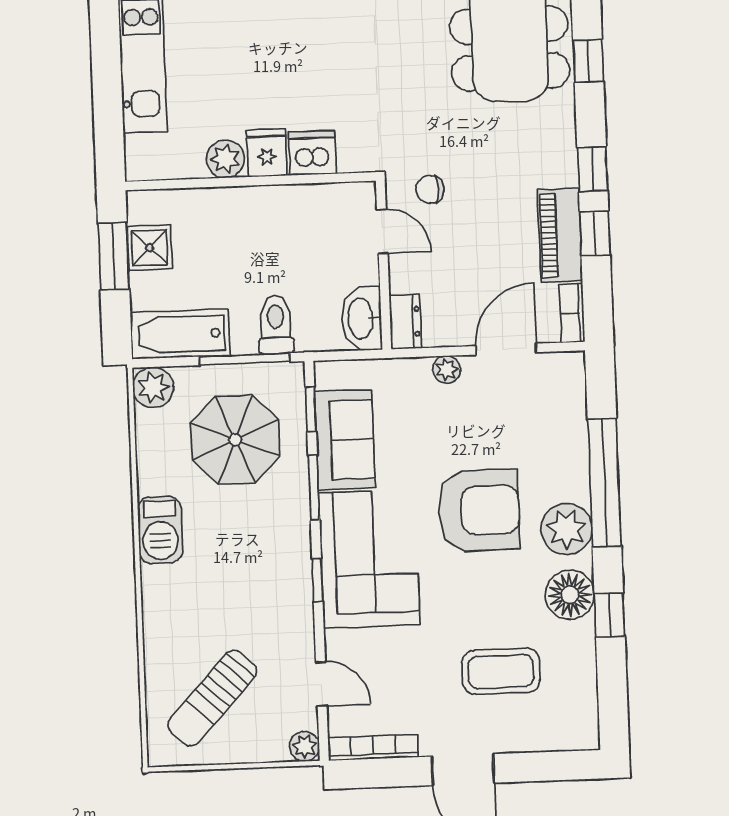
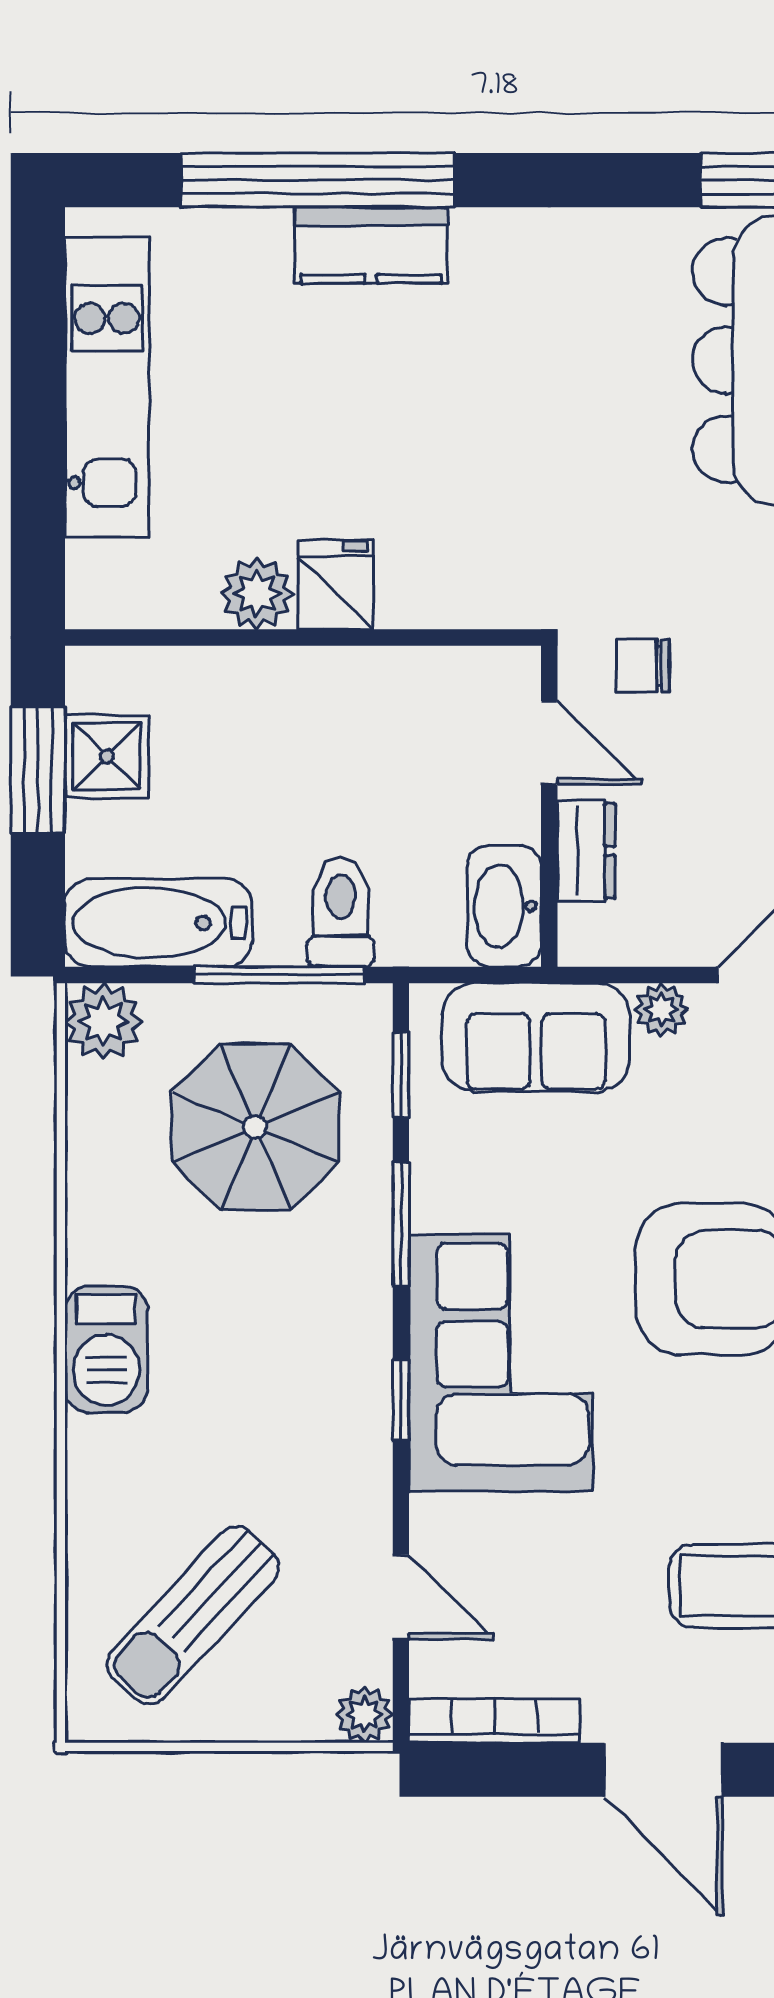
dishwasher: (312, 153) -> (423, 588), removed
dresser: (405, 322) -> (586, 851), moved
sofa: (345, 440) -> (536, 1037), moved, turned 90
barbecue: (160, 530) -> (106, 1349), moved

